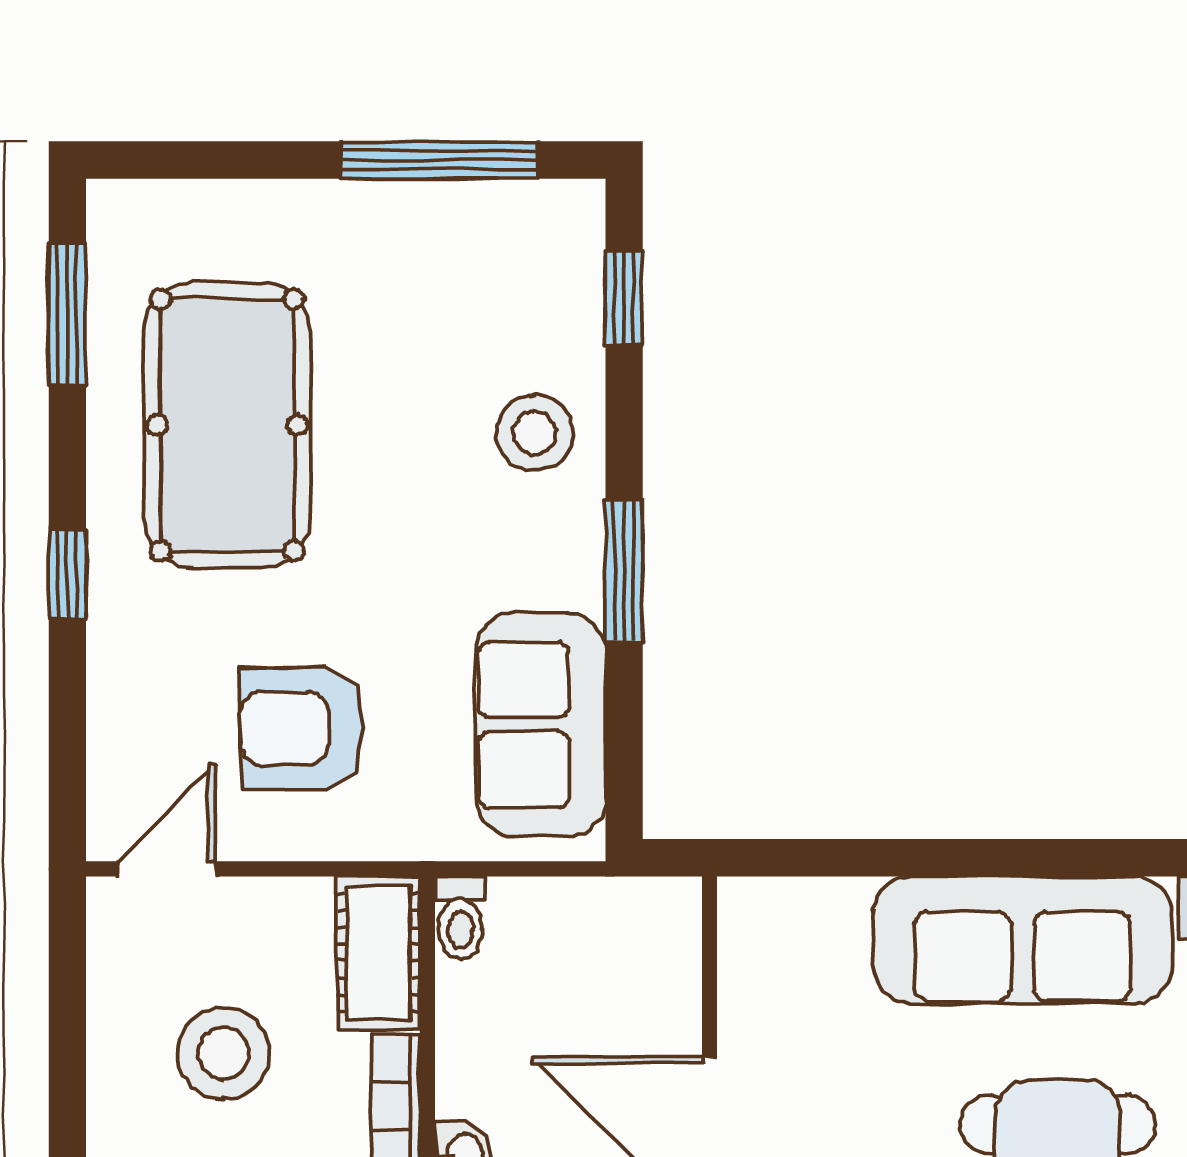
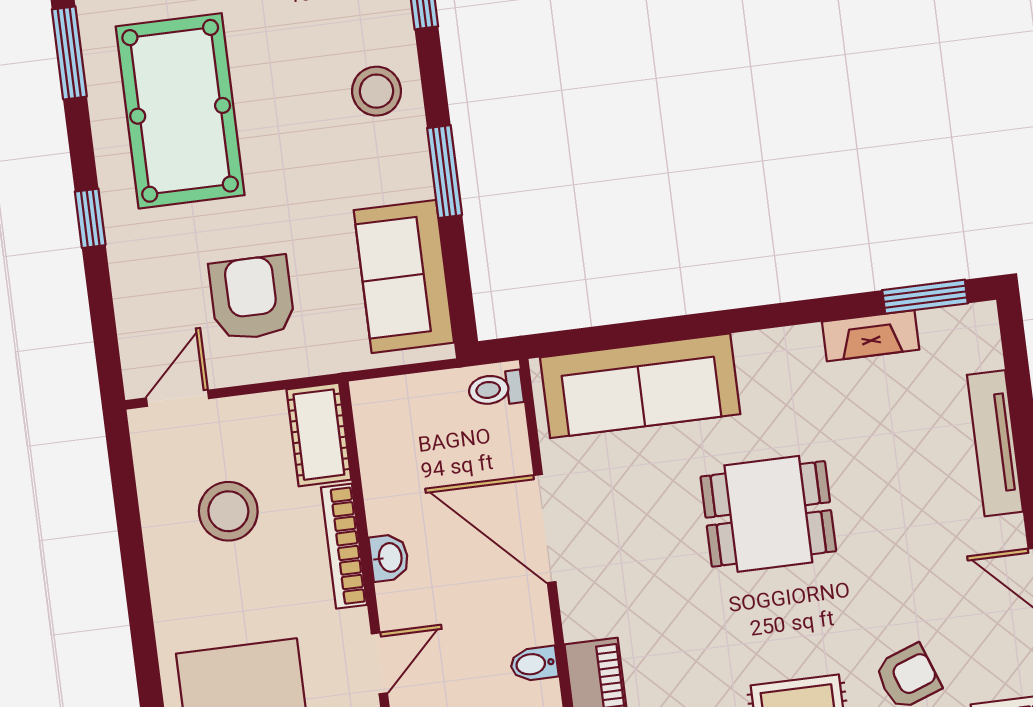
armchair: (301, 728) -> (252, 298), turned 90
toilet: (460, 918) -> (496, 389), moved, turned 90
sofa: (1023, 940) -> (640, 386), moved

